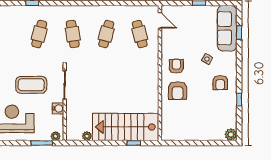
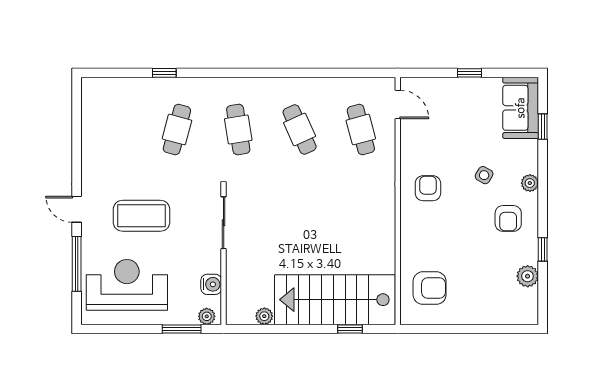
sofa: (227, 28) -> (521, 108), width x0.73
cafe table: (106, 34) -> (300, 130), turned -39
plant: (232, 63) -> (530, 183), added
coffee table: (31, 85) -> (141, 216), moved
armchair: (178, 91) -> (430, 288), moved, turned -90
water cooler: (58, 108) -> (211, 284), moved
plant: (231, 134) -> (528, 276), moved

